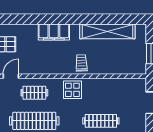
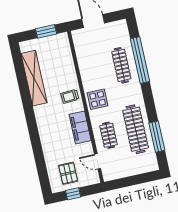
filing cabinet: (54, 32) -> (80, 127), moved, turned 180

